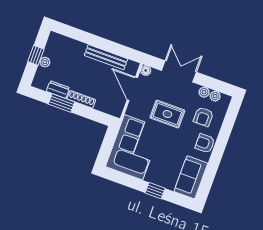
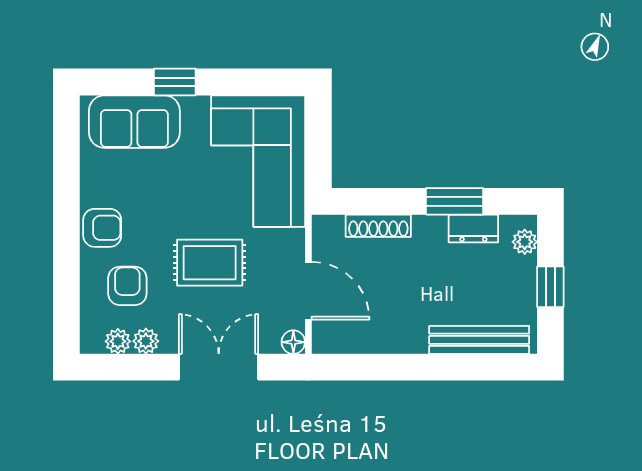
bench: (106, 57) -> (479, 340), moved
plant: (45, 62) -> (525, 242), moved
double door: (179, 71) -> (219, 367), swing flipped
shoe rack: (81, 99) -> (378, 226), moved
sofa: (191, 177) -> (134, 122), moved, turned 90

